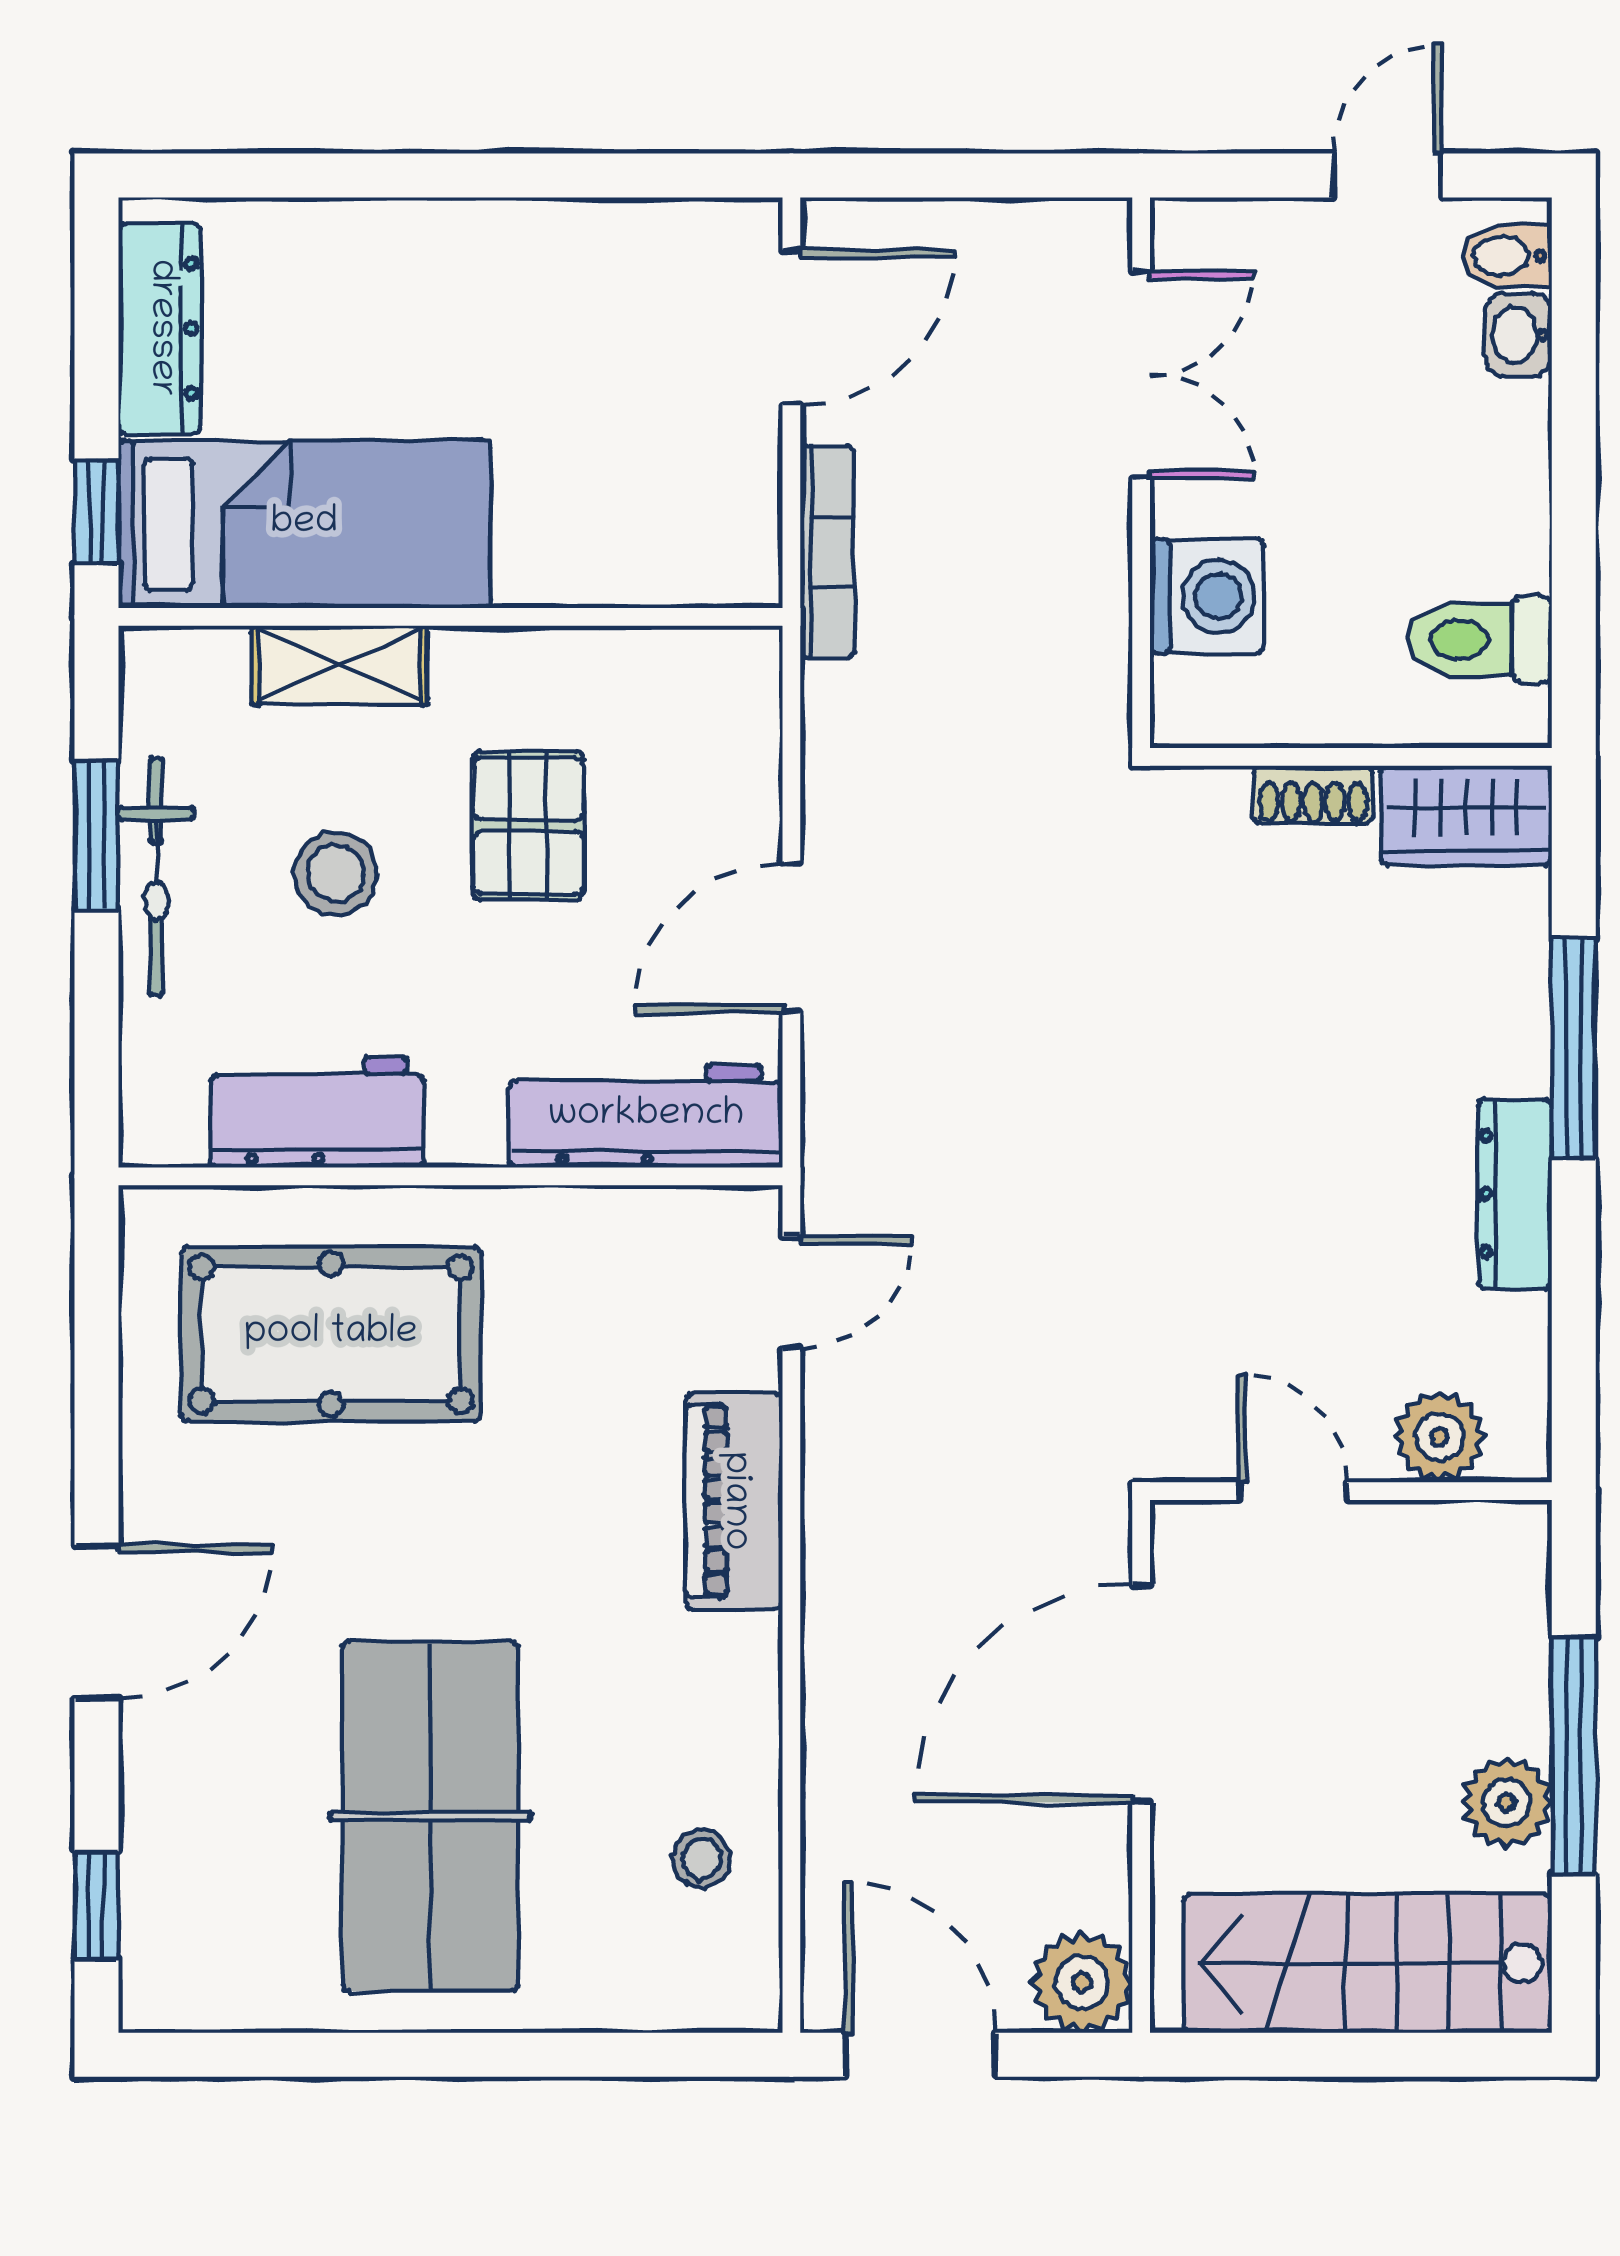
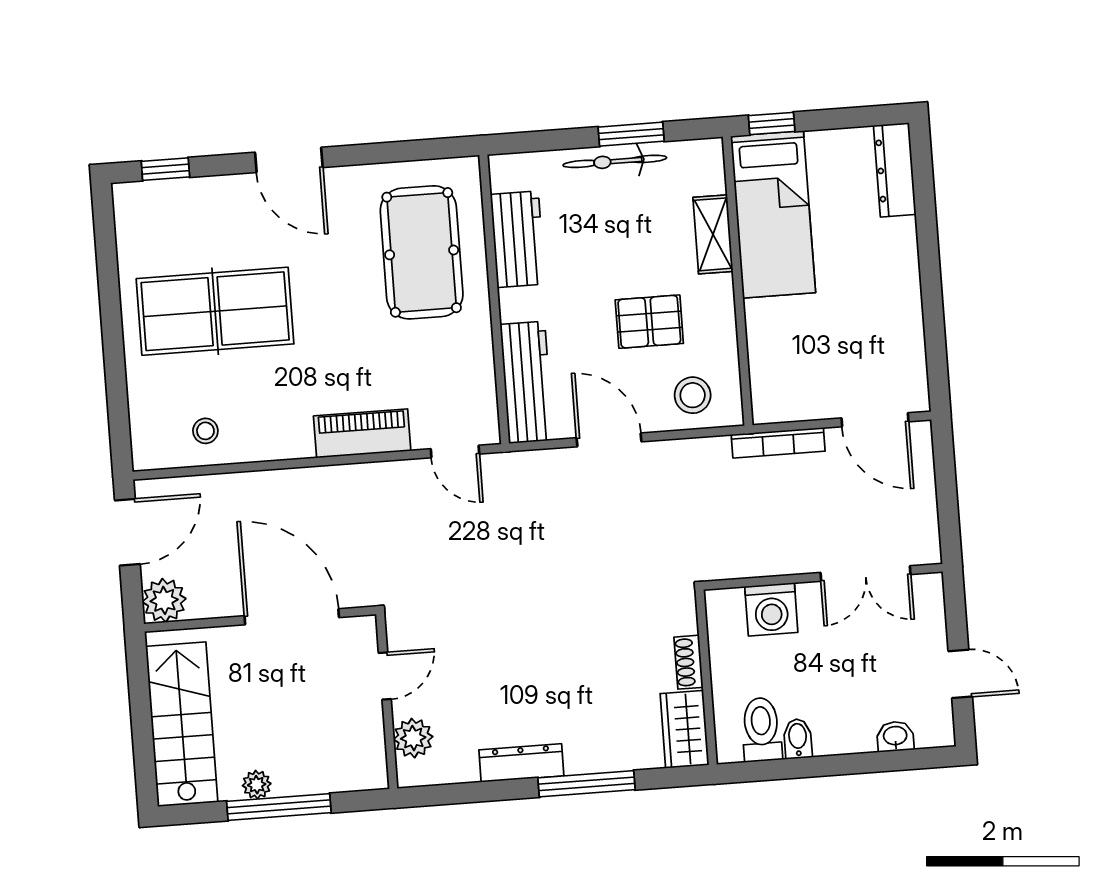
bidet: (1507, 256) -> (798, 739), moved
dresser: (160, 328) -> (895, 170), moved, turned 90
stool: (336, 873) -> (693, 395), moved
plant: (1507, 1803) -> (257, 785), width x0.73, depth x0.73

